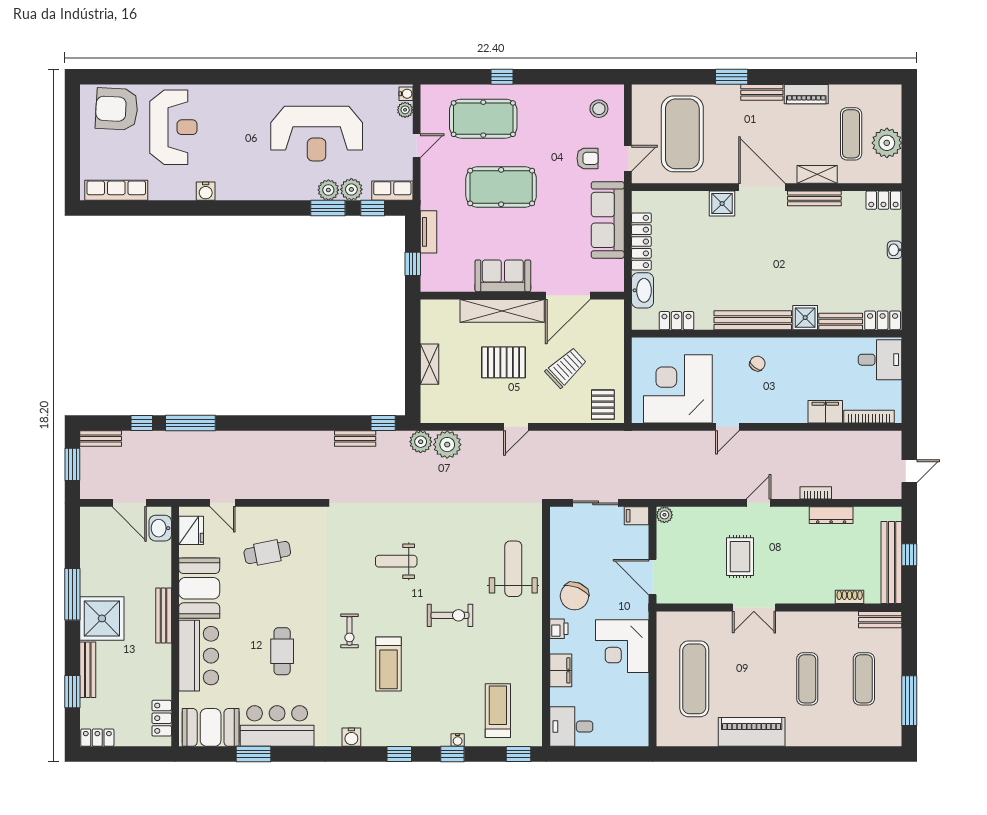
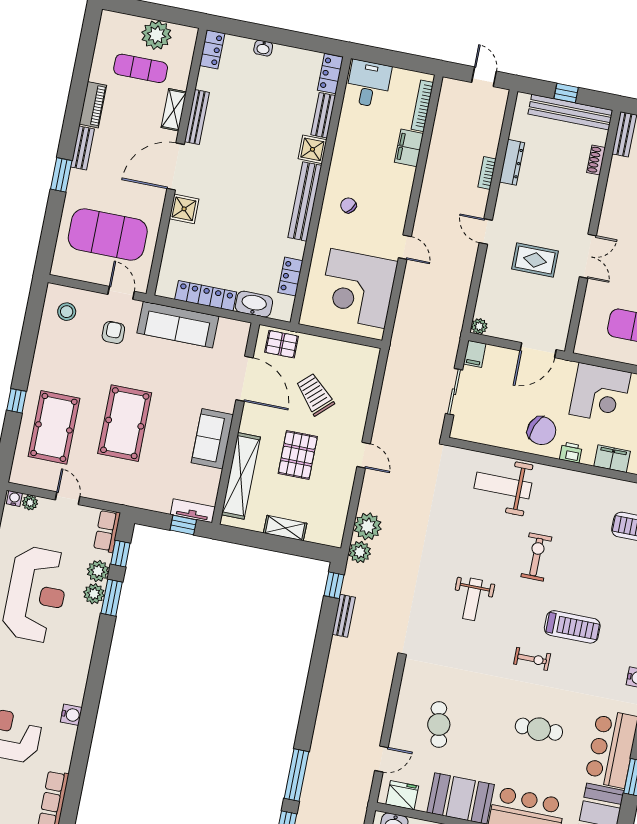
tv unit: (429, 232) -> (193, 511), moved
shelving: (502, 311) -> (241, 476), moved
pallet: (603, 405) -> (282, 344), moved

